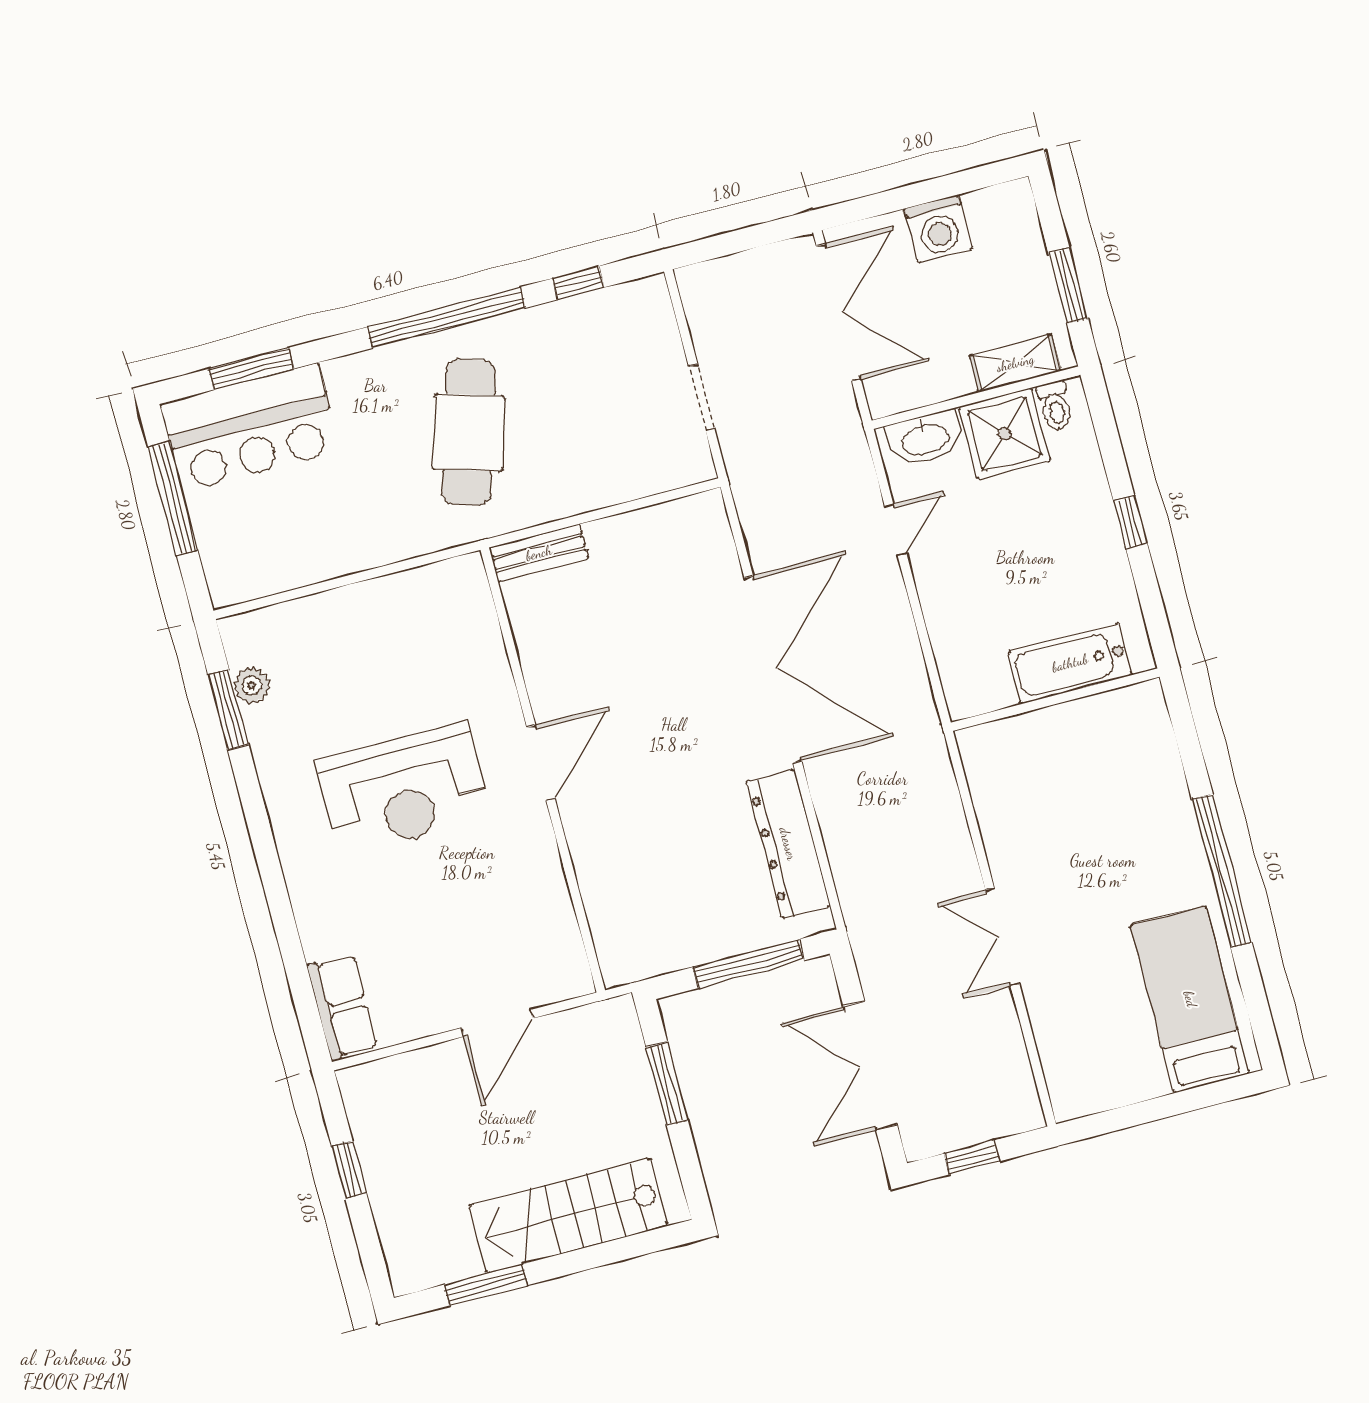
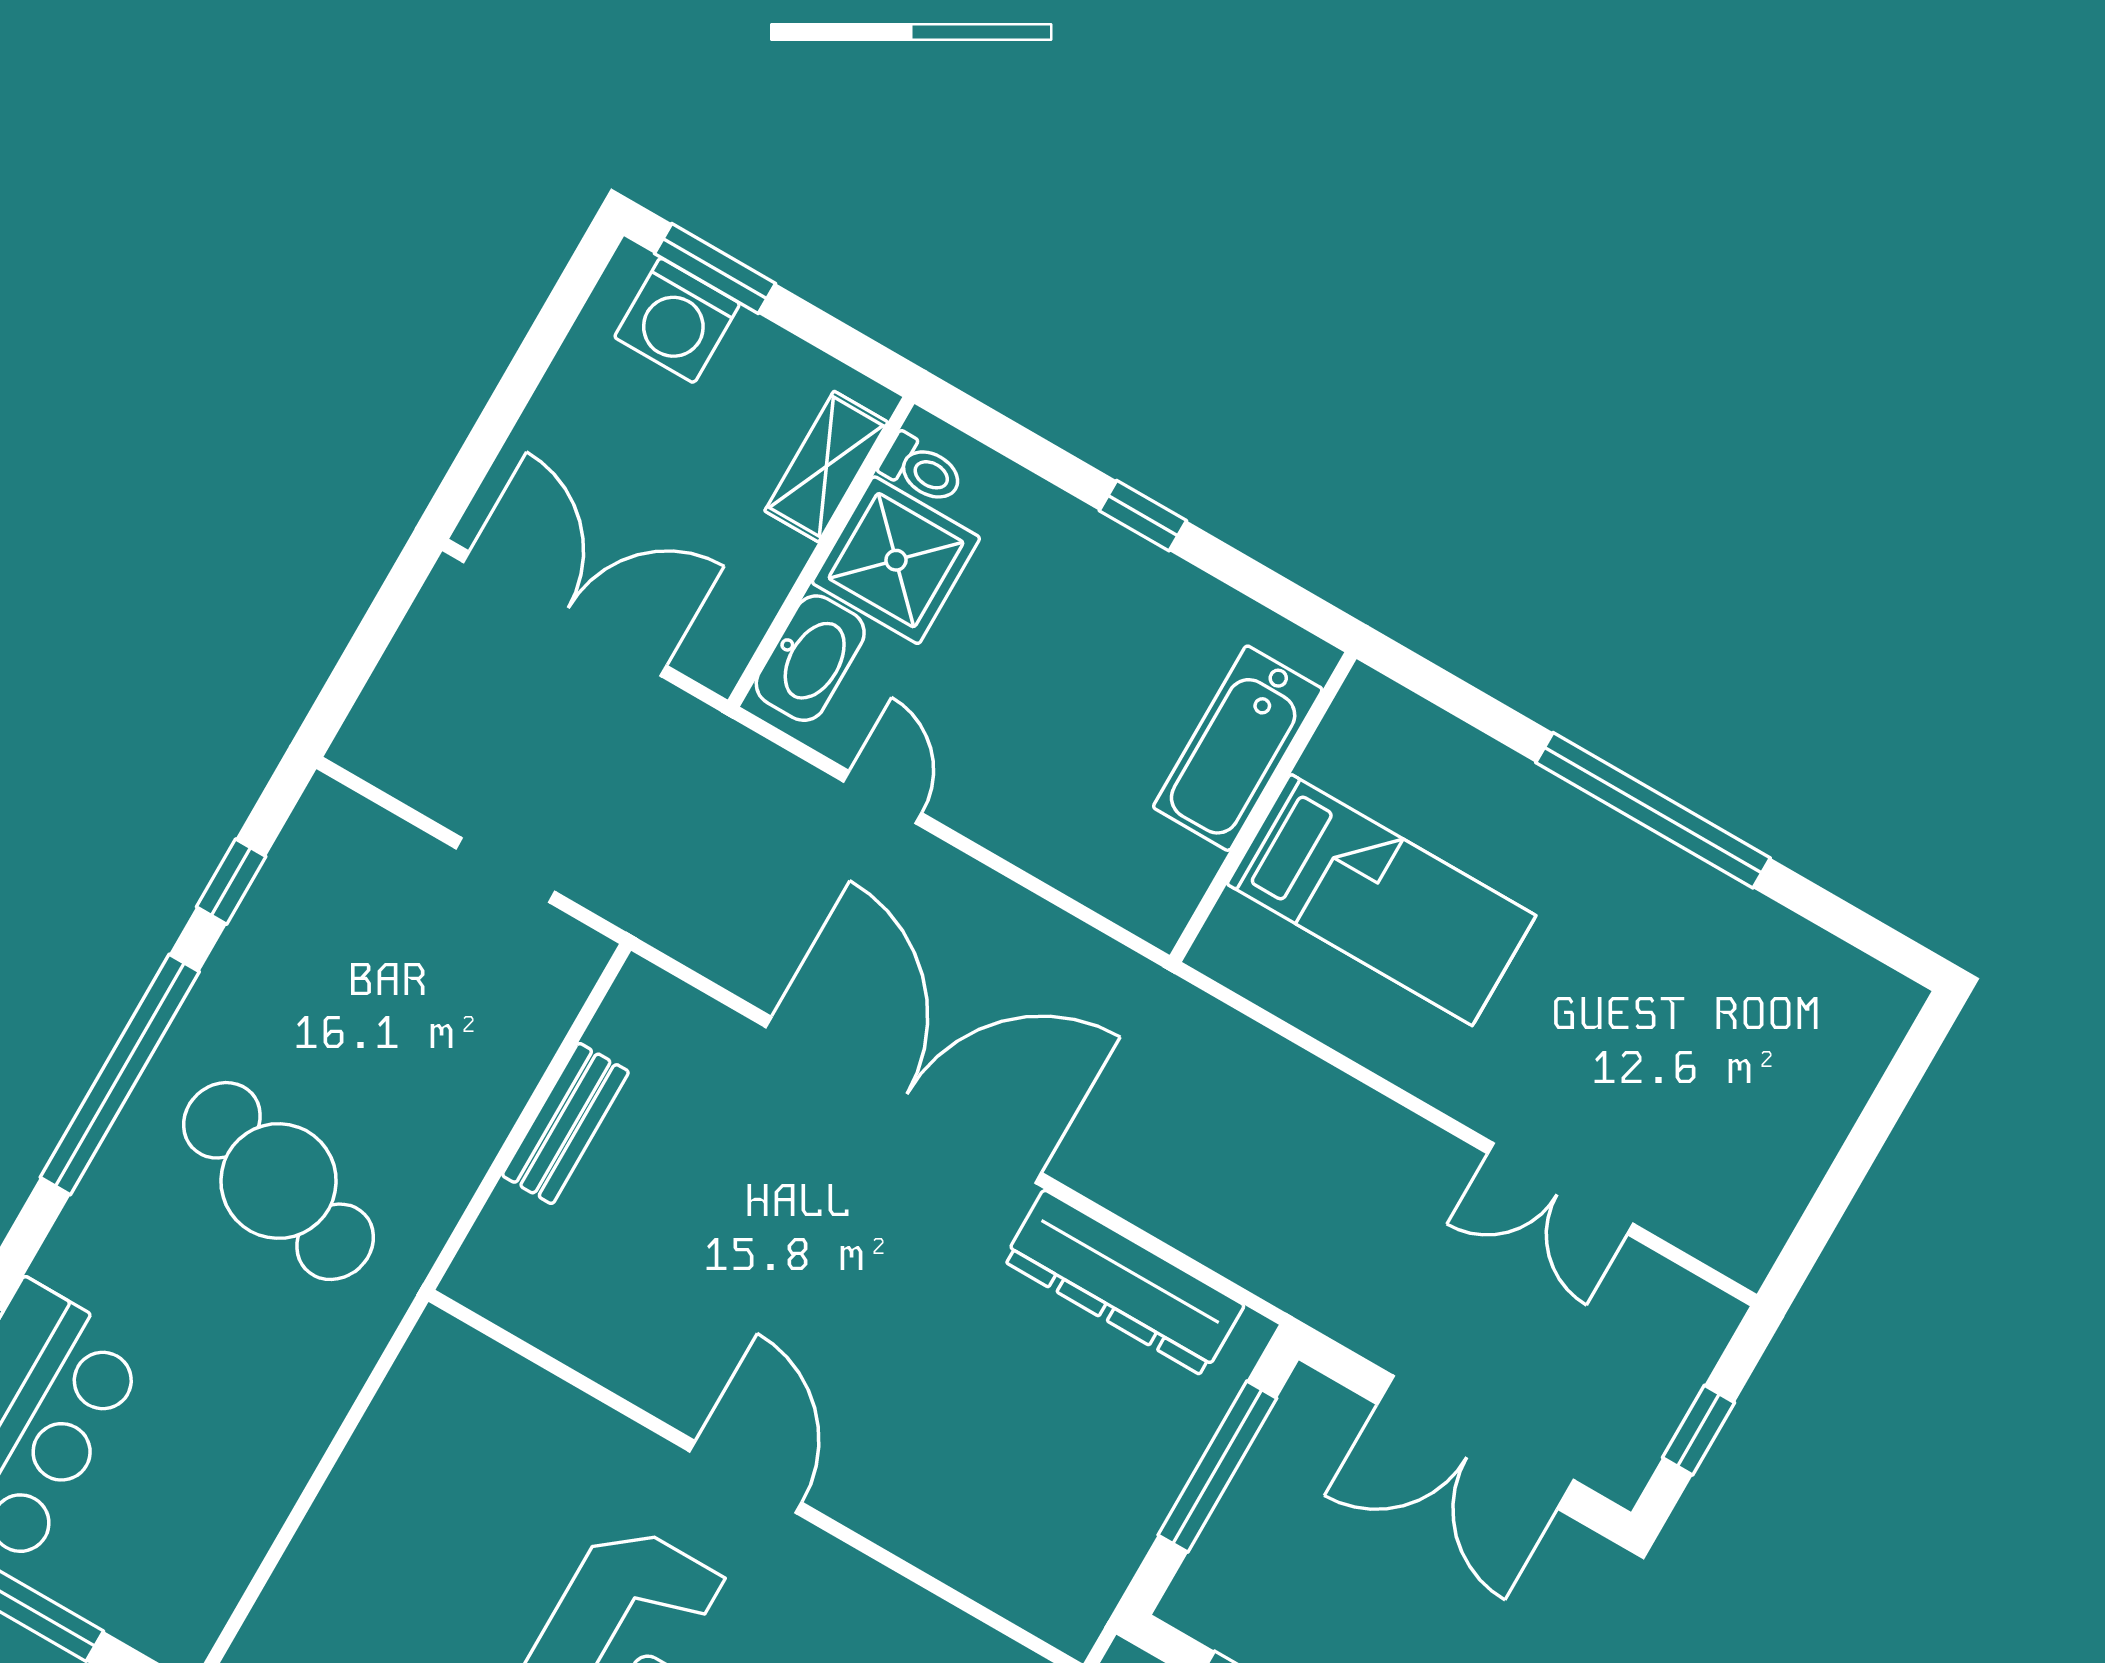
washing machine: (938, 229) -> (677, 320), moved, turned 90
window: (1068, 285) -> (715, 269), moved
bench: (539, 553) -> (565, 1123), moved
double door: (1002, 937) -> (1560, 1189), moved
bed: (1190, 999) -> (1381, 900), moved, turned 180

